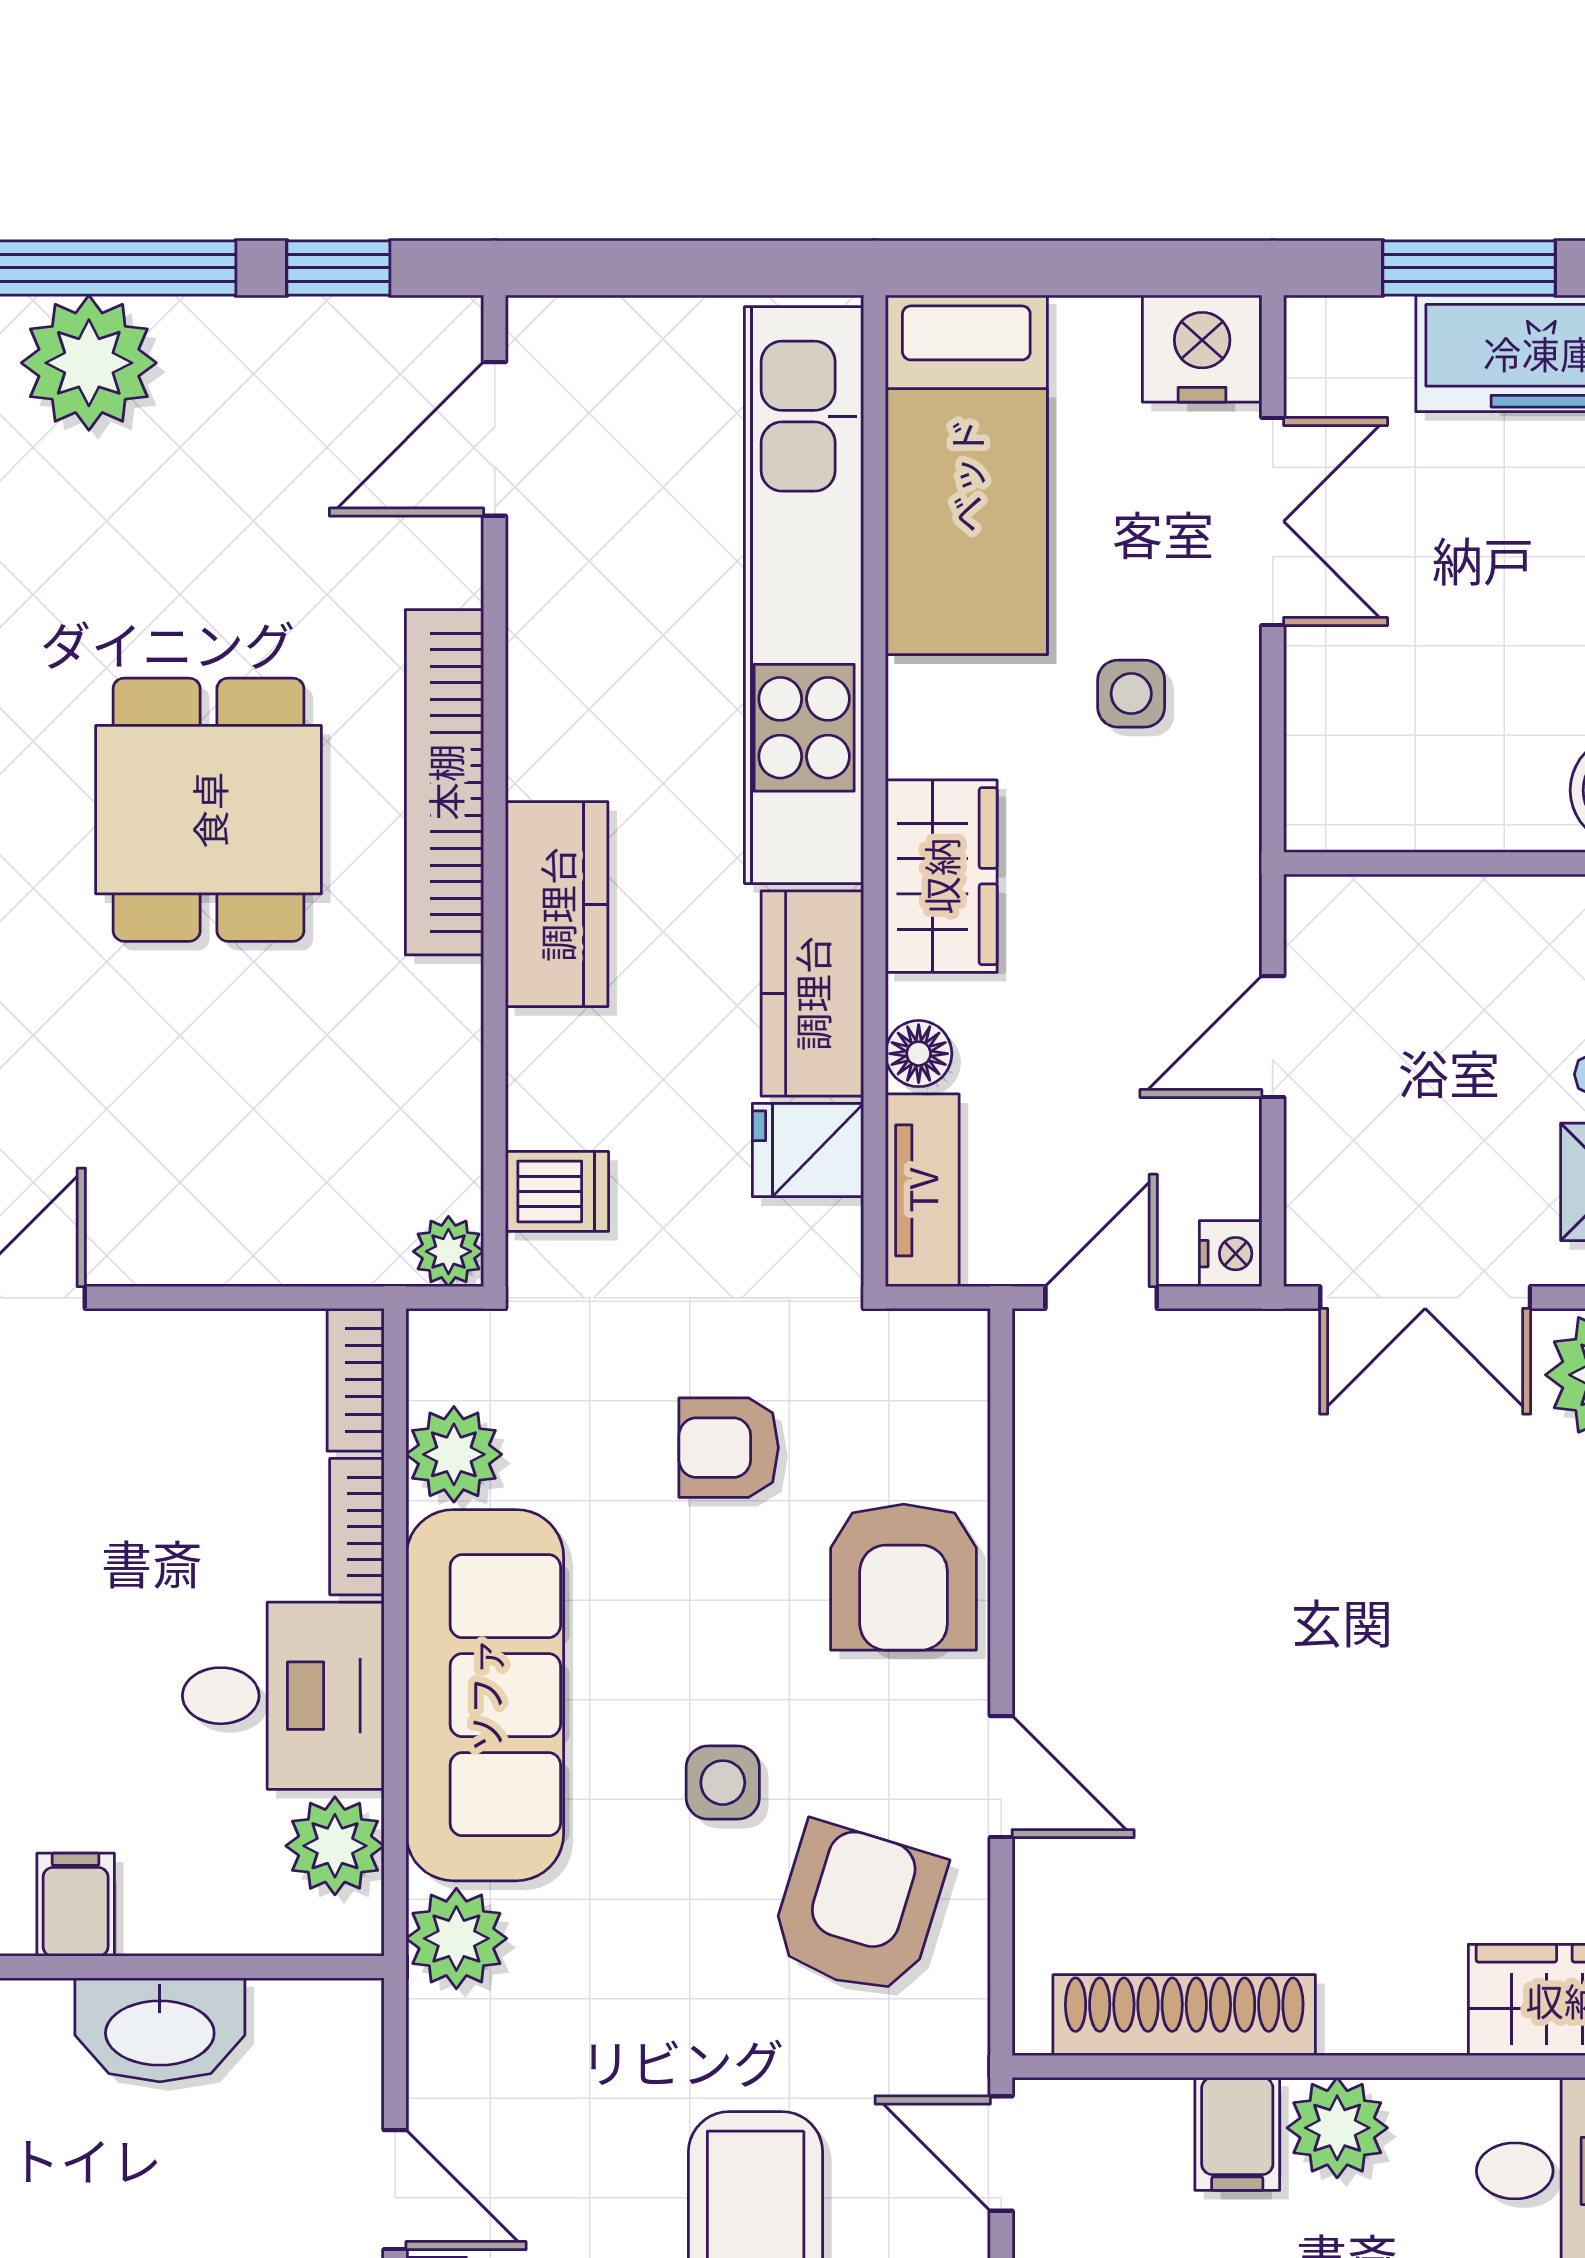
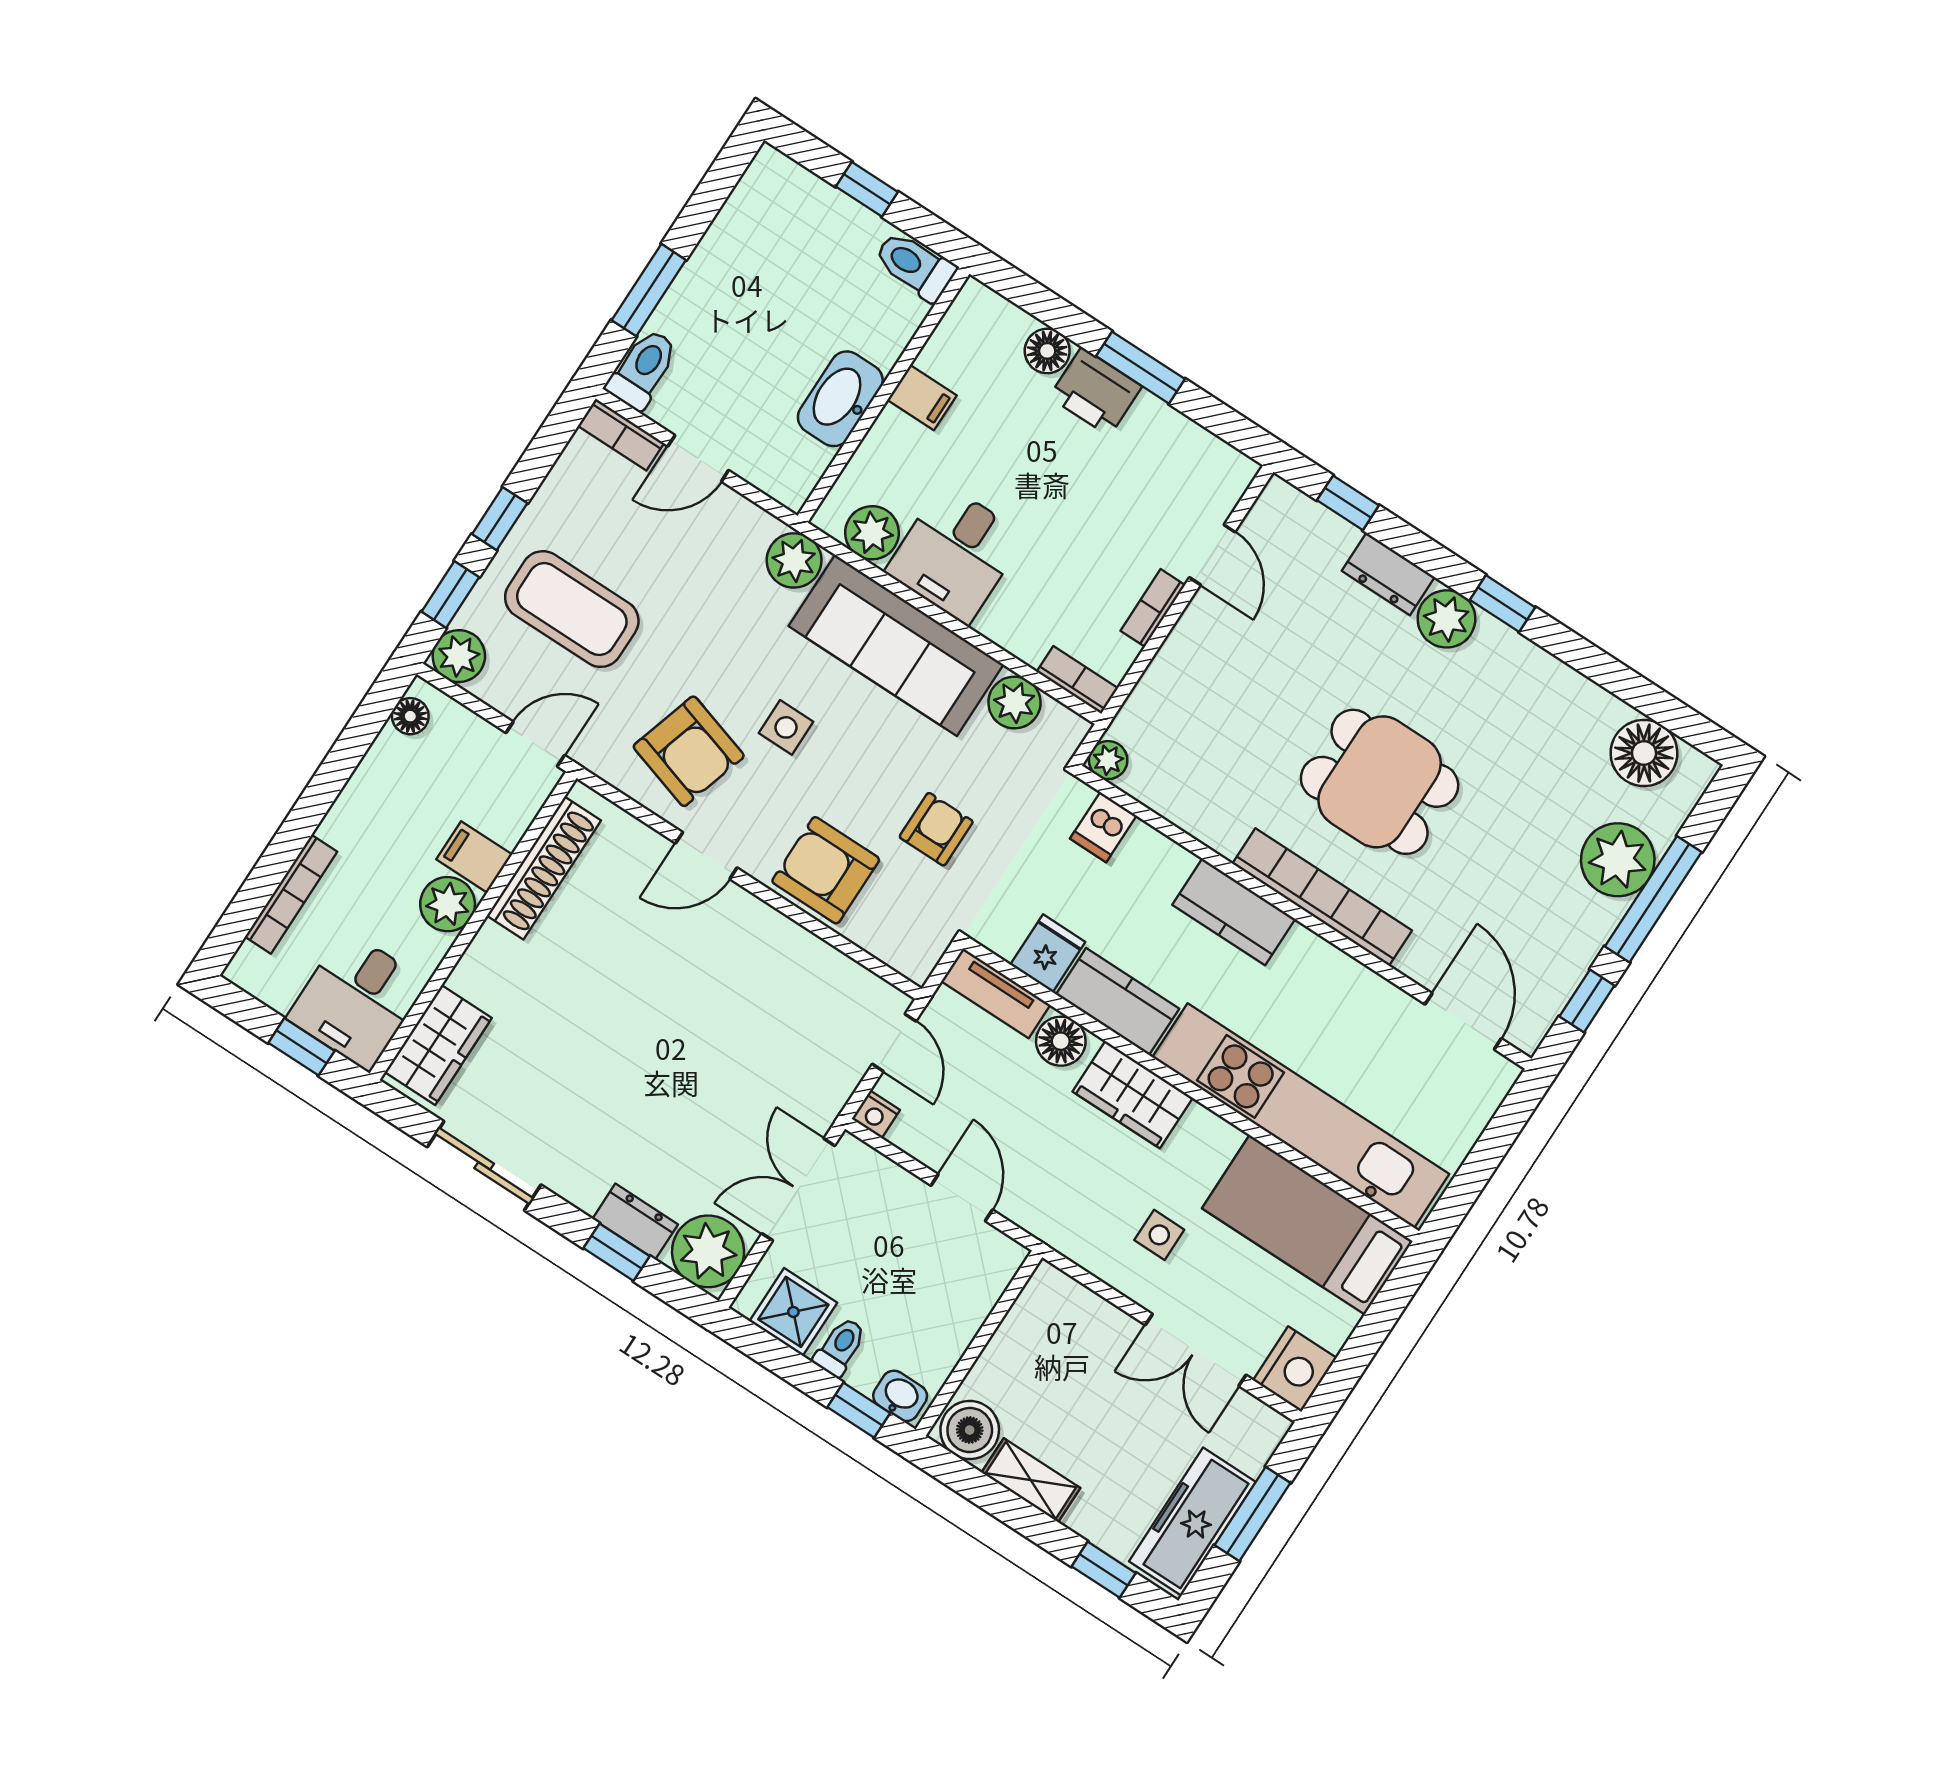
floor lamp: (919, 1054) -> (1061, 1041), width x1.37, depth x1.37
bookcase: (357, 1527) -> (1153, 608), moved, turned -90

